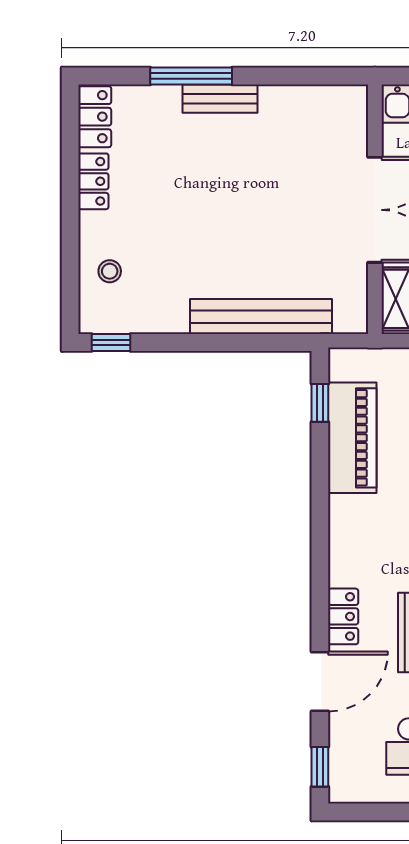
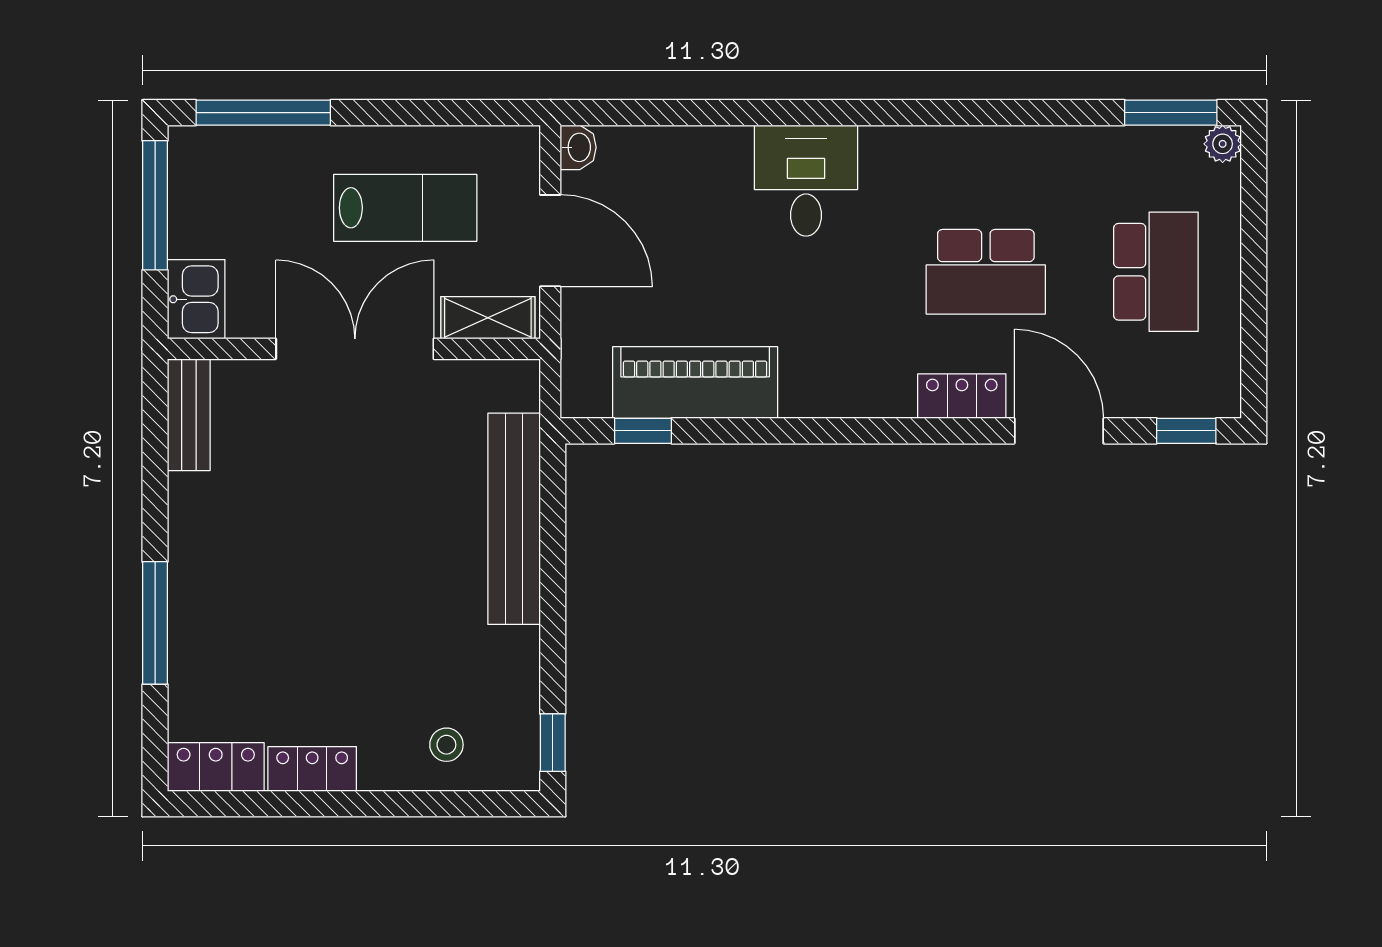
bench: (220, 99) -> (189, 415), moved

